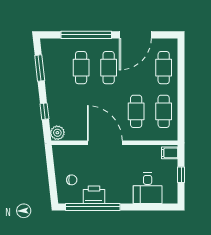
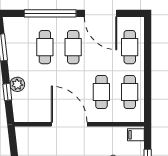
door: (135, 35) -> (101, 13), hinge flipped
plant: (57, 133) -> (17, 84), moved

